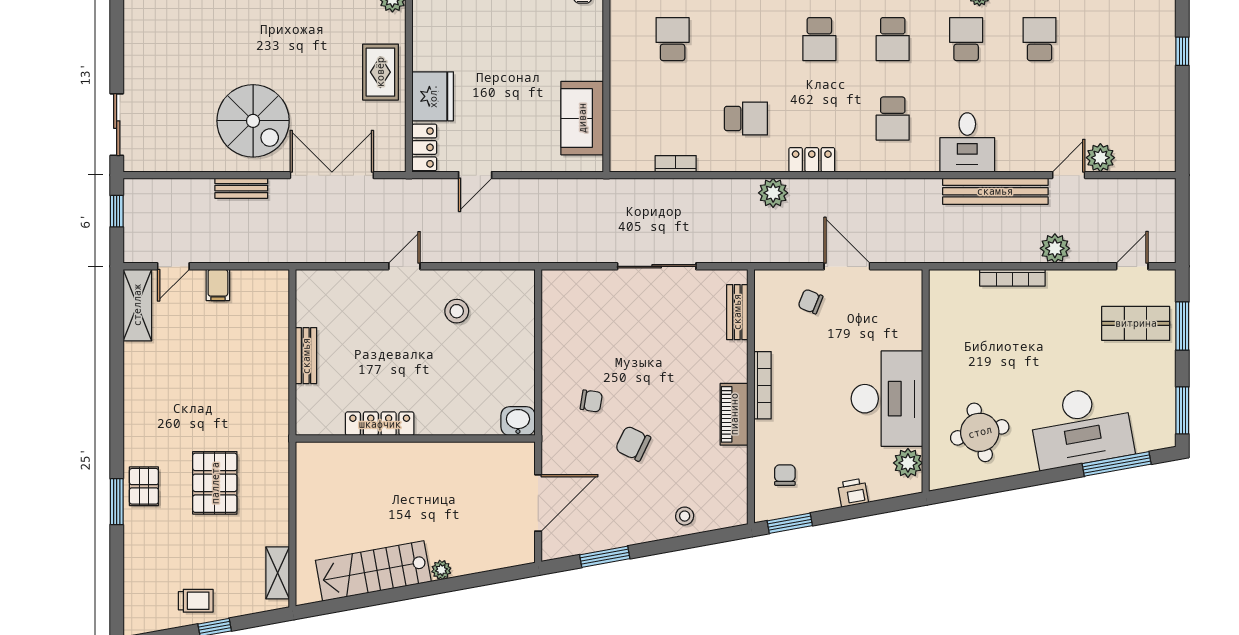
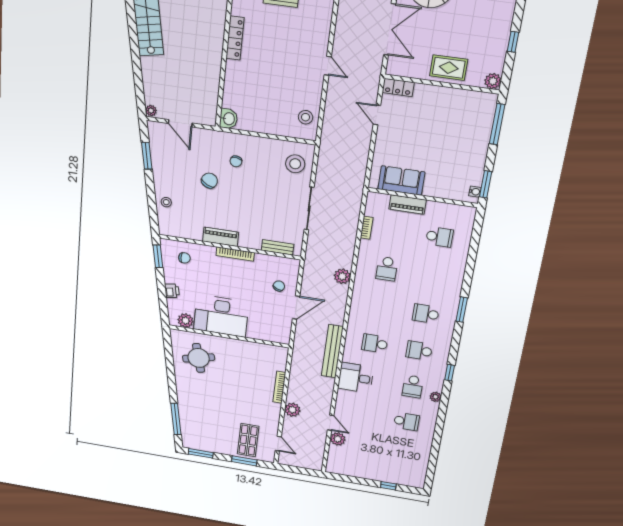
school desk: (966, 39) -> (413, 386), turned 90
fridge: (433, 96) -> (429, 97), removed
piano: (623, 101) -> (408, 204), added
locker: (812, 160) -> (358, 299), removed
bench: (995, 191) -> (332, 351), moved
stool: (580, 300) -> (295, 164), added
stool: (457, 311) -> (306, 117), moved
desk: (1081, 427) -> (197, 406), removed
door: (538, 503) -> (180, 123), width x0.73
plant: (441, 570) -> (151, 111), moved

